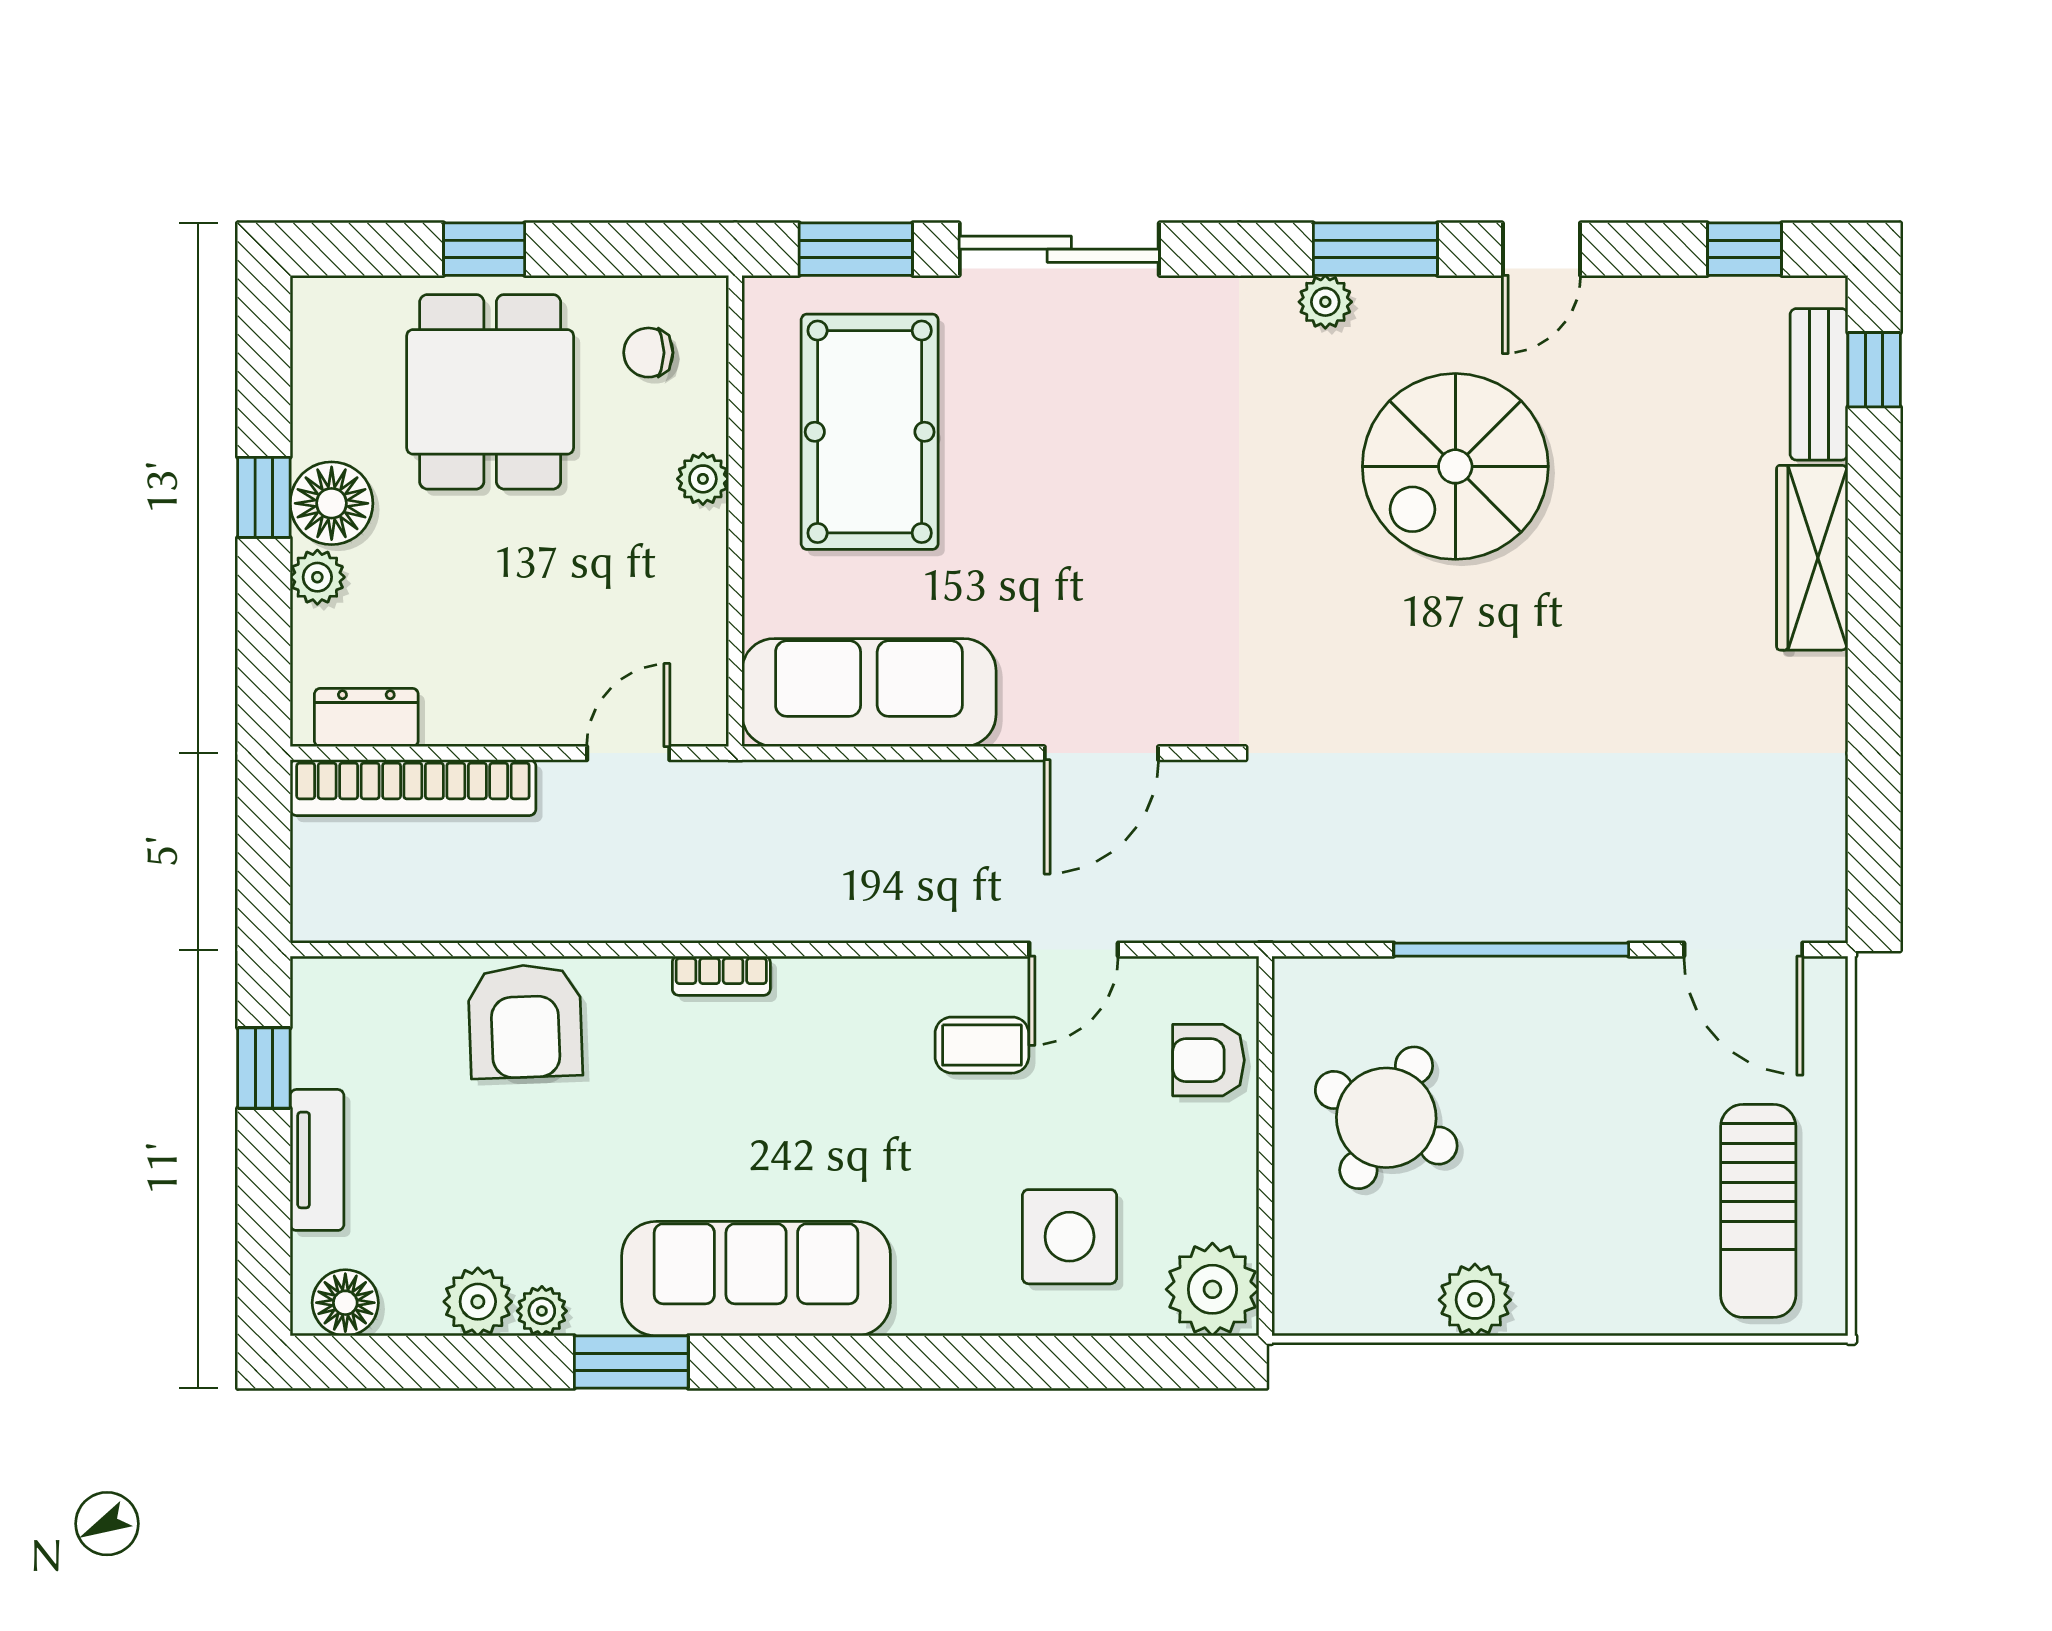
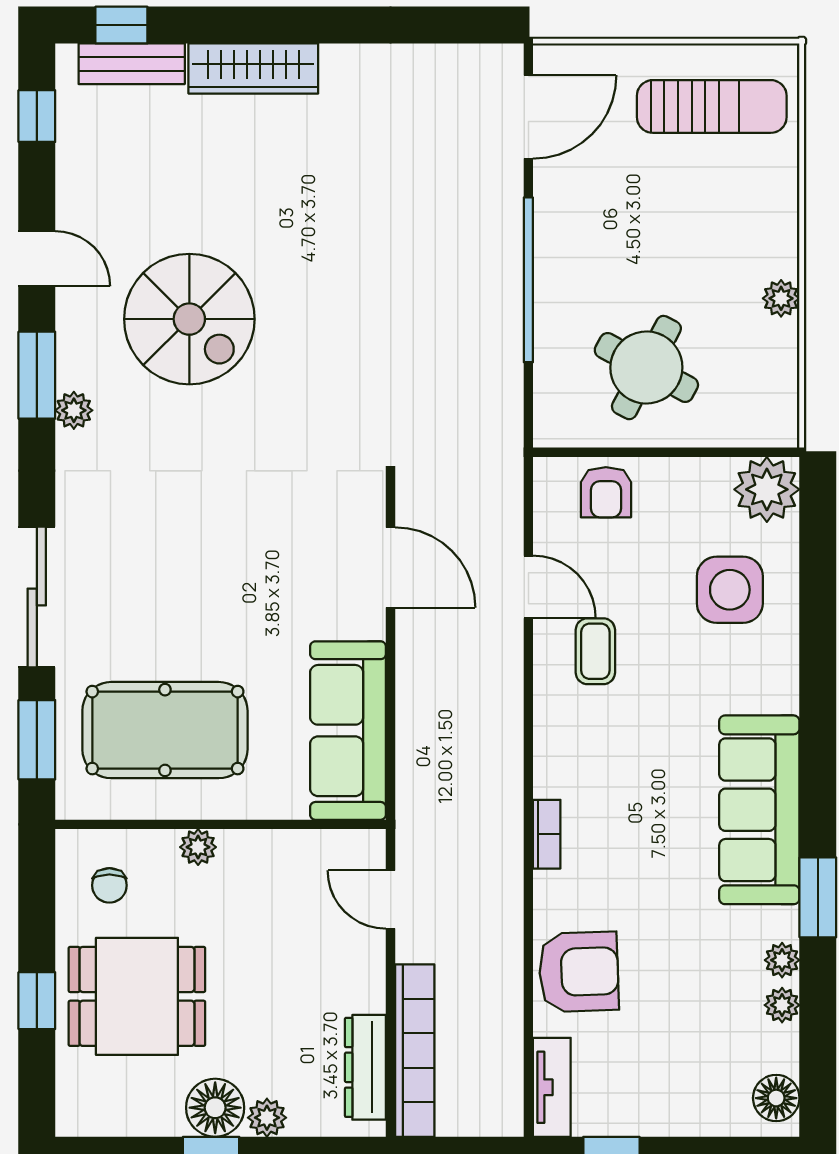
dresser: (366, 717) -> (365, 1067), width x1.44
tv unit: (317, 1160) -> (552, 1087), moved, turned 90
plant: (1475, 1300) -> (781, 298), width x0.73, depth x0.73
plant: (478, 1302) -> (782, 1005), width x0.73, depth x0.73

